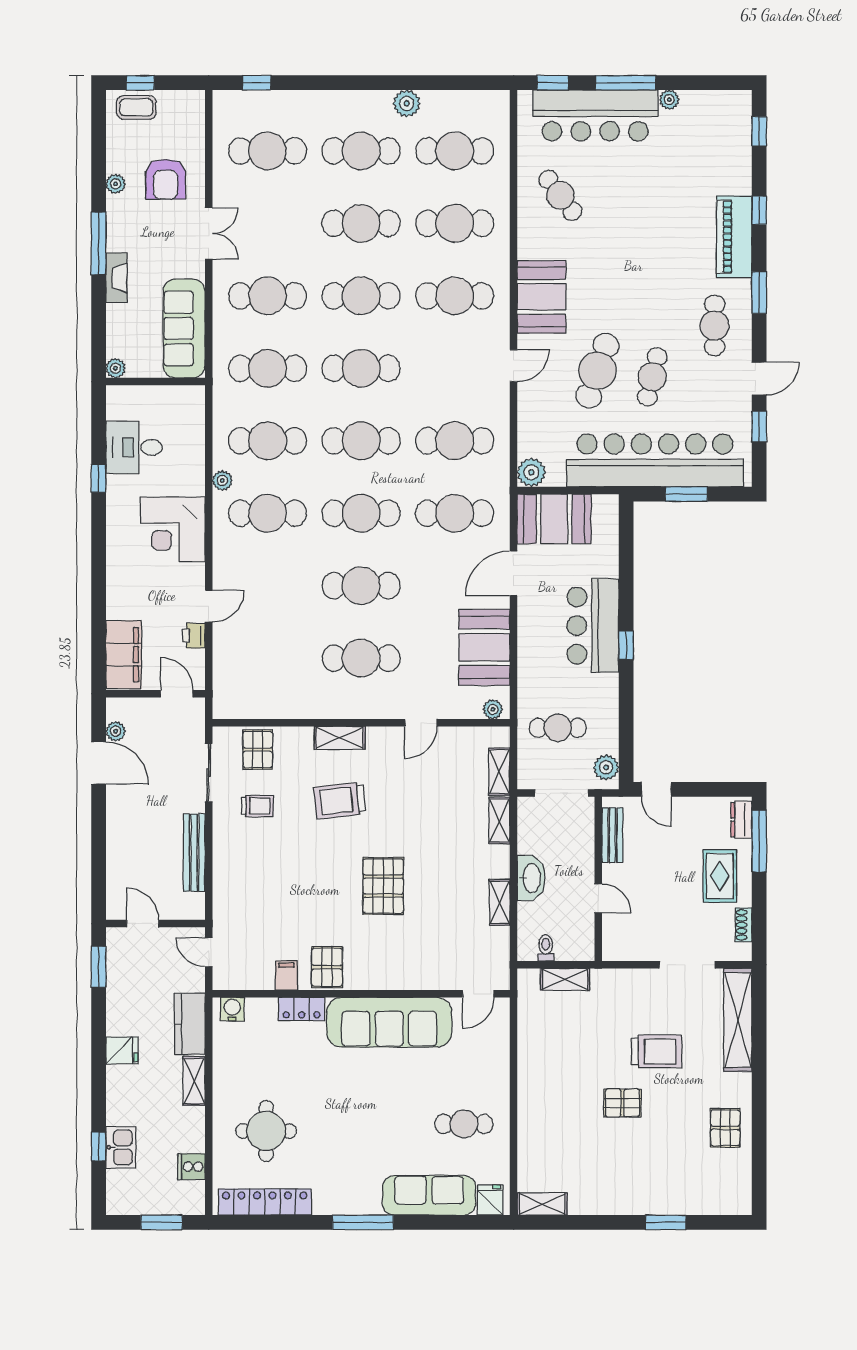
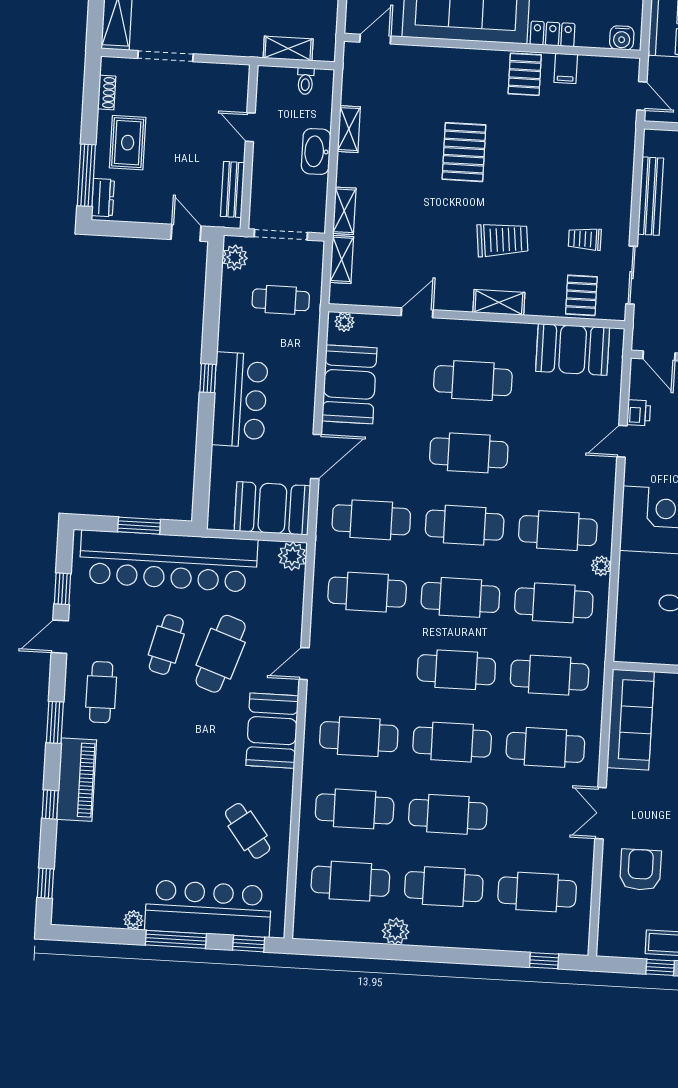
booth: (263, 695) -> (573, 349), added

